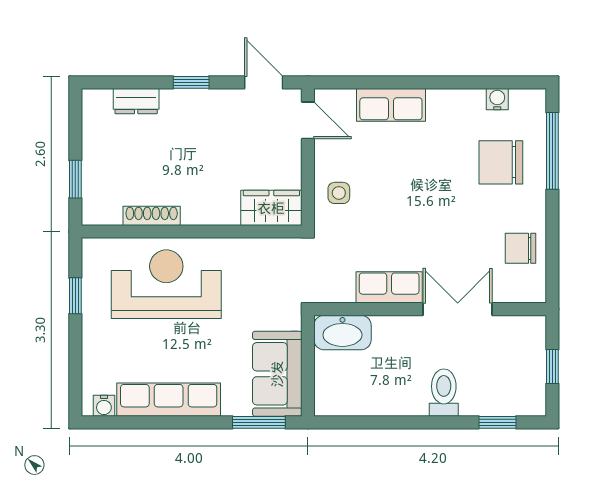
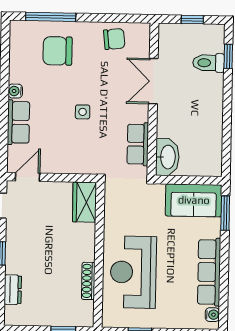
water cooler: (497, 99) -> (15, 91), moved
chair: (501, 162) -> (58, 51), turned 90
side table: (339, 193) -> (83, 112), moved
chair: (521, 248) -> (114, 39), turned -96
row of seats: (389, 287) -> (138, 144), moved
toilet: (444, 393) -> (209, 63), moved

